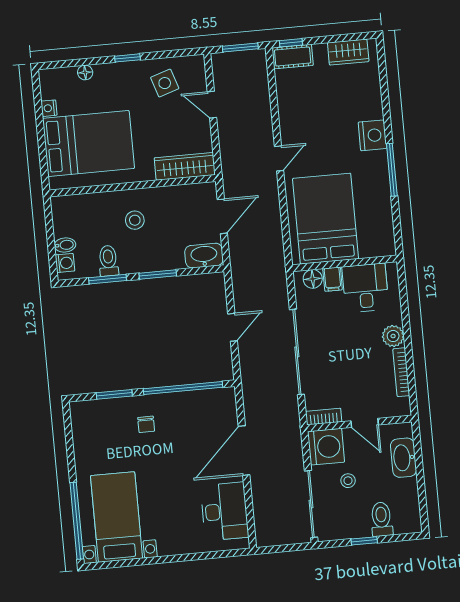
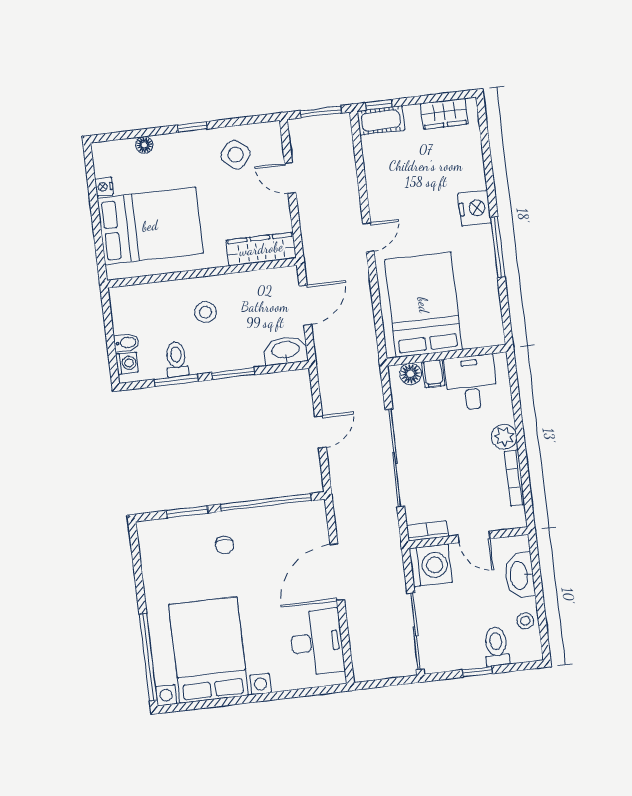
side table: (165, 83) -> (236, 155), turned -31
stool: (348, 481) -> (525, 621), moved
bed with nightstands: (116, 517) -> (209, 650), width x1.36

